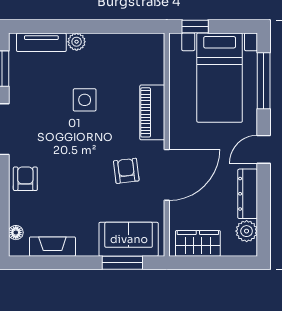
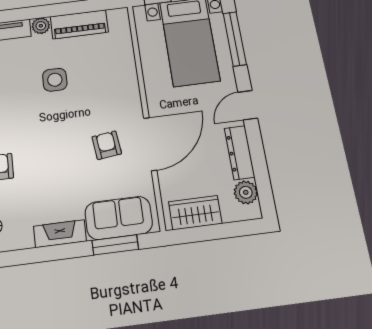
piano: (152, 112) -> (79, 24), moved, turned -90
fireplace: (52, 247) -> (60, 234), moved

